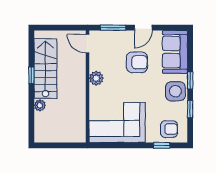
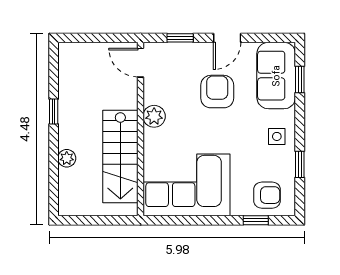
window: (113, 28) -> (180, 38), width x0.67
armchair: (137, 62) -> (217, 92), turned -90
stairs: (45, 68) -> (120, 157), moved, turned 180
window: (190, 80) -> (300, 80), moved
side table: (175, 91) -> (277, 136), width x0.54, depth x0.54

